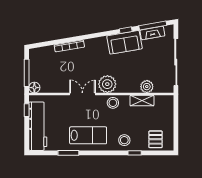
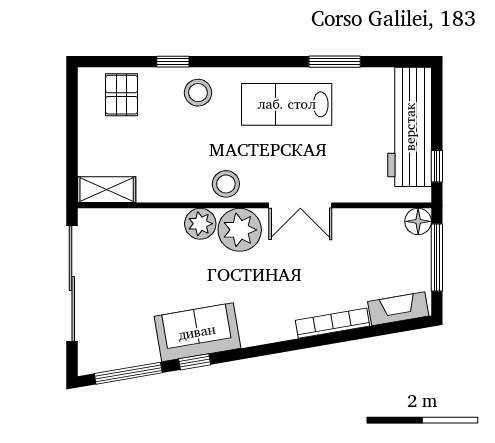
fireplace: (152, 33) -> (398, 309), moved
plant: (147, 87) -> (200, 224), moved
shelving: (142, 101) -> (107, 190), moved

